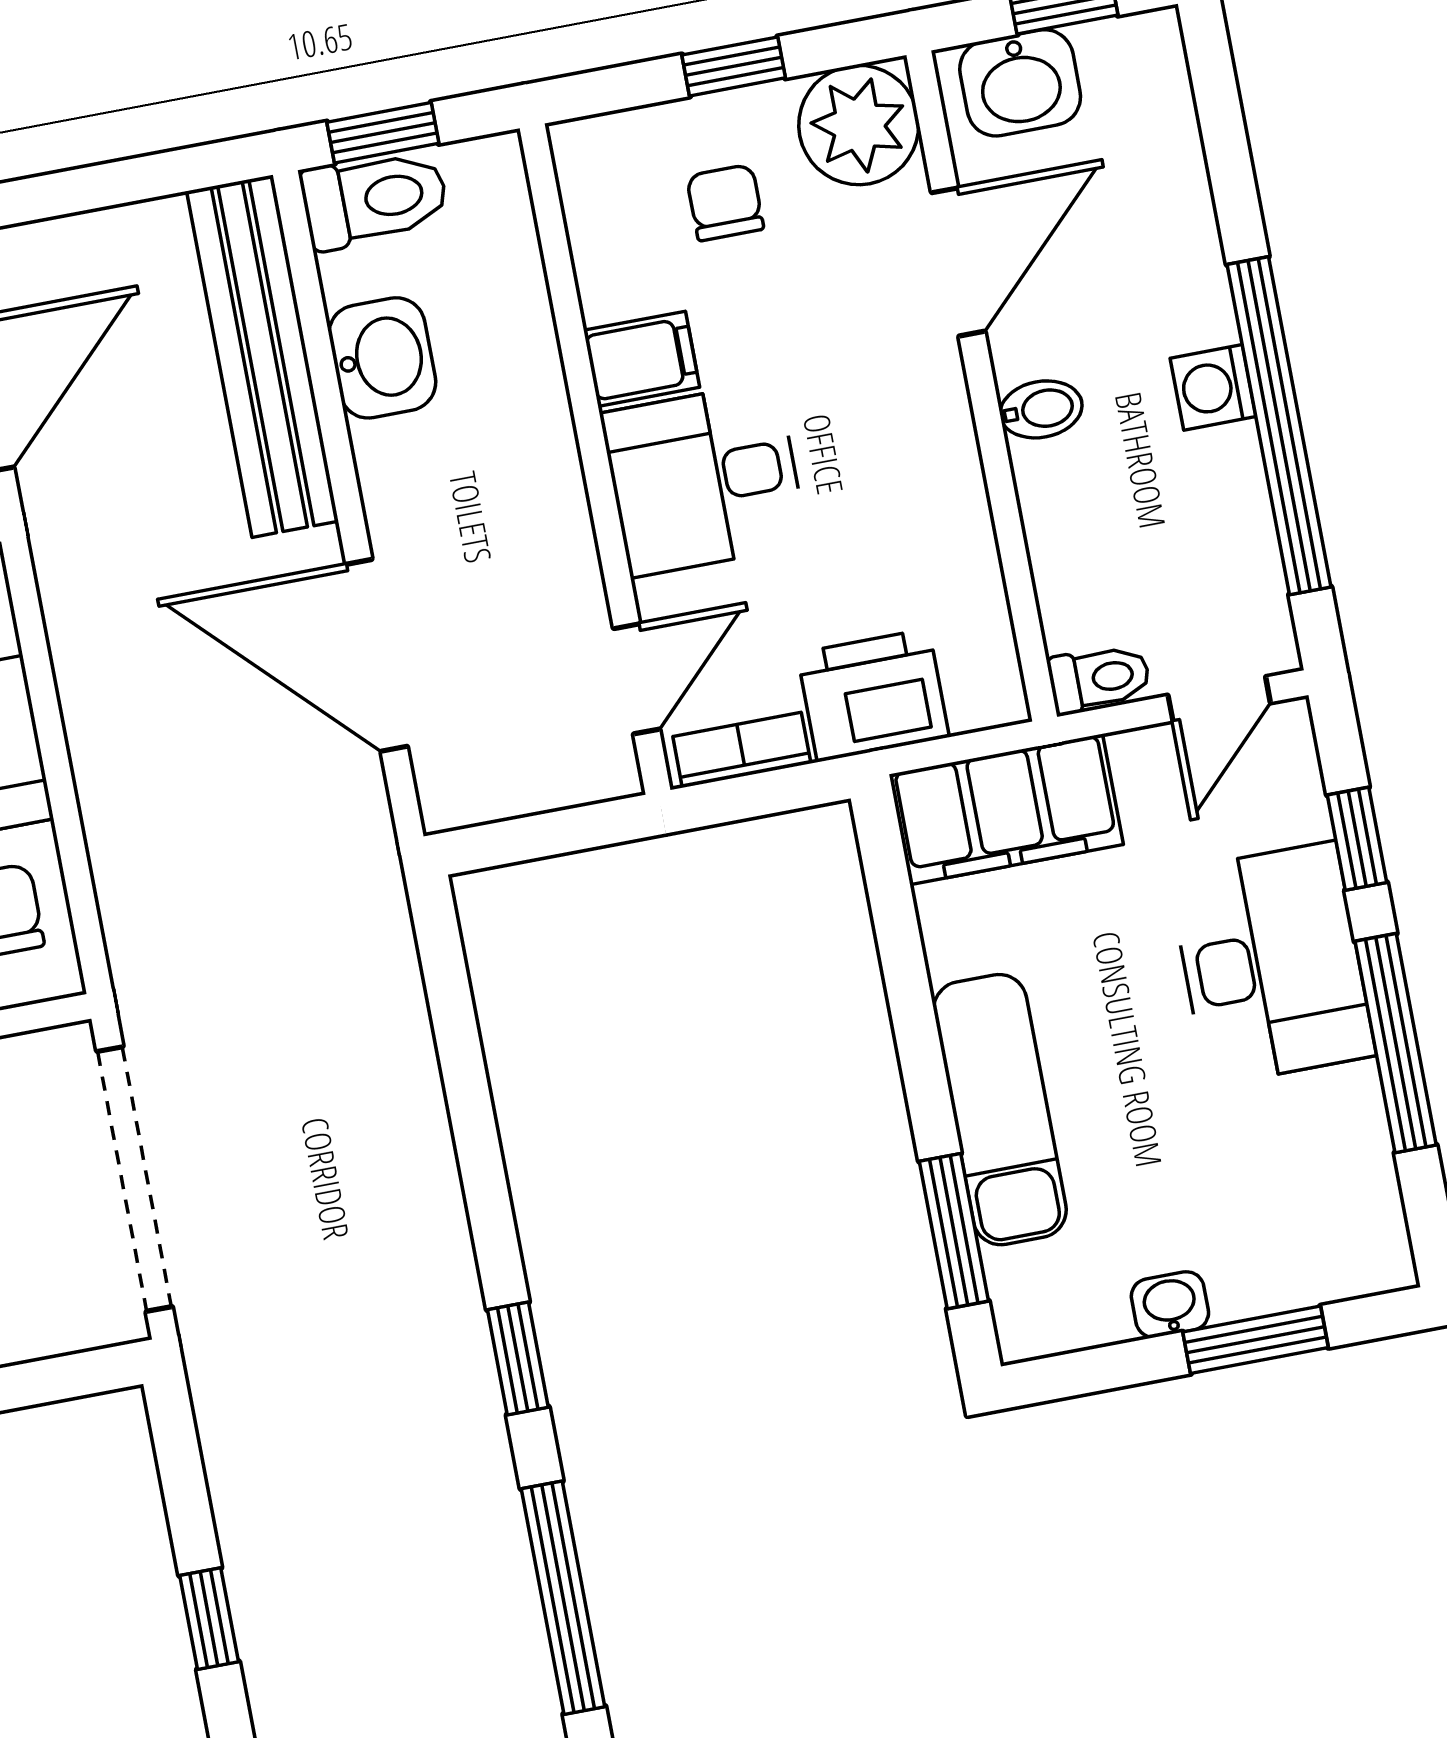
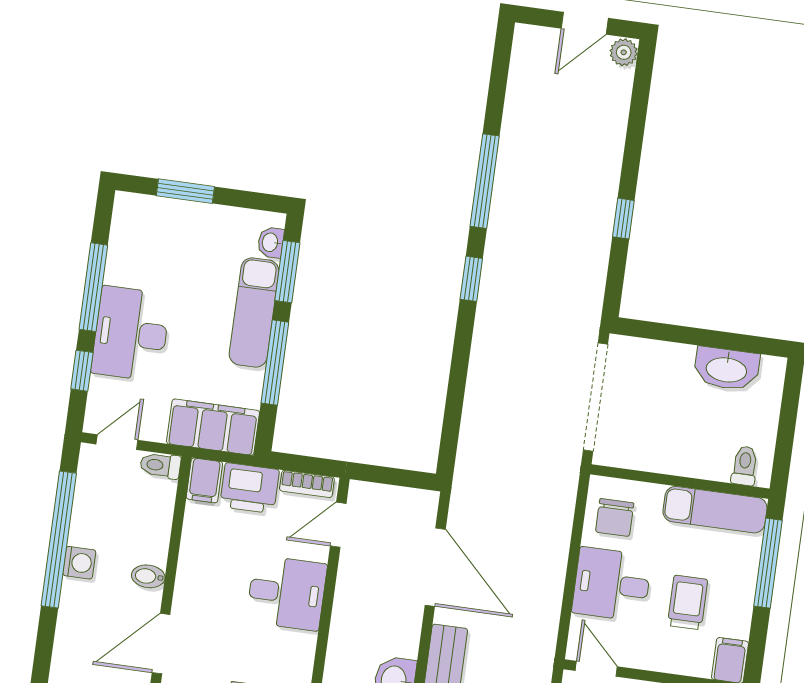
filing cabinet: (642, 359) -> (204, 480), moved, turned -90
window: (912, 1009) -> (275, 363), added
washbasin: (1170, 1305) -> (271, 242), moved, turned 90

